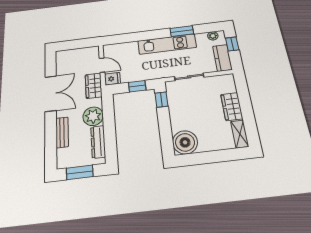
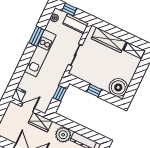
fridge: (112, 79) -> (19, 95), moved
window: (161, 100) -> (94, 90), moved
wardrobe: (232, 107) -> (109, 40), width x1.50

